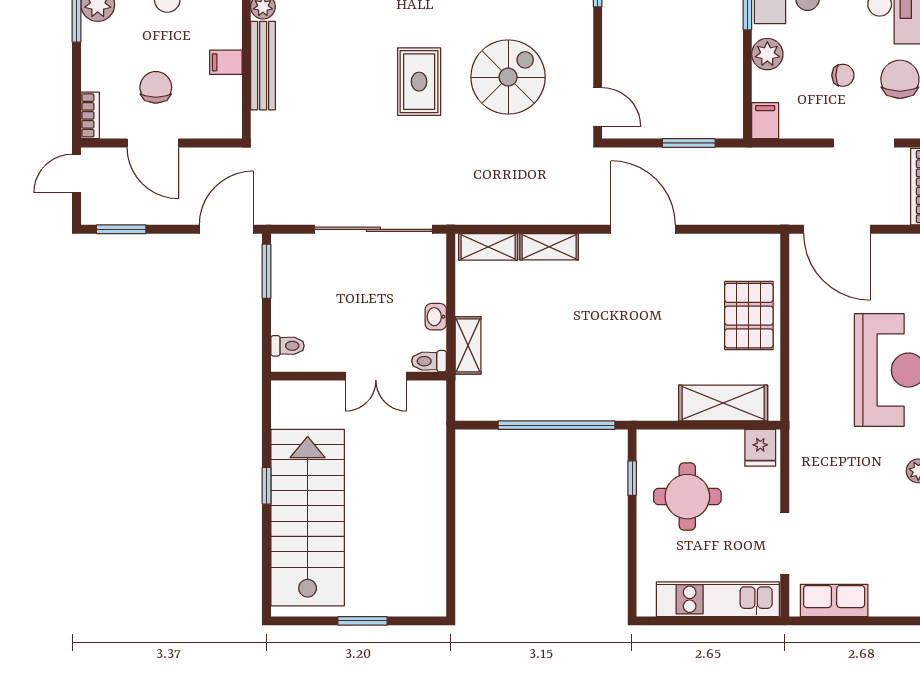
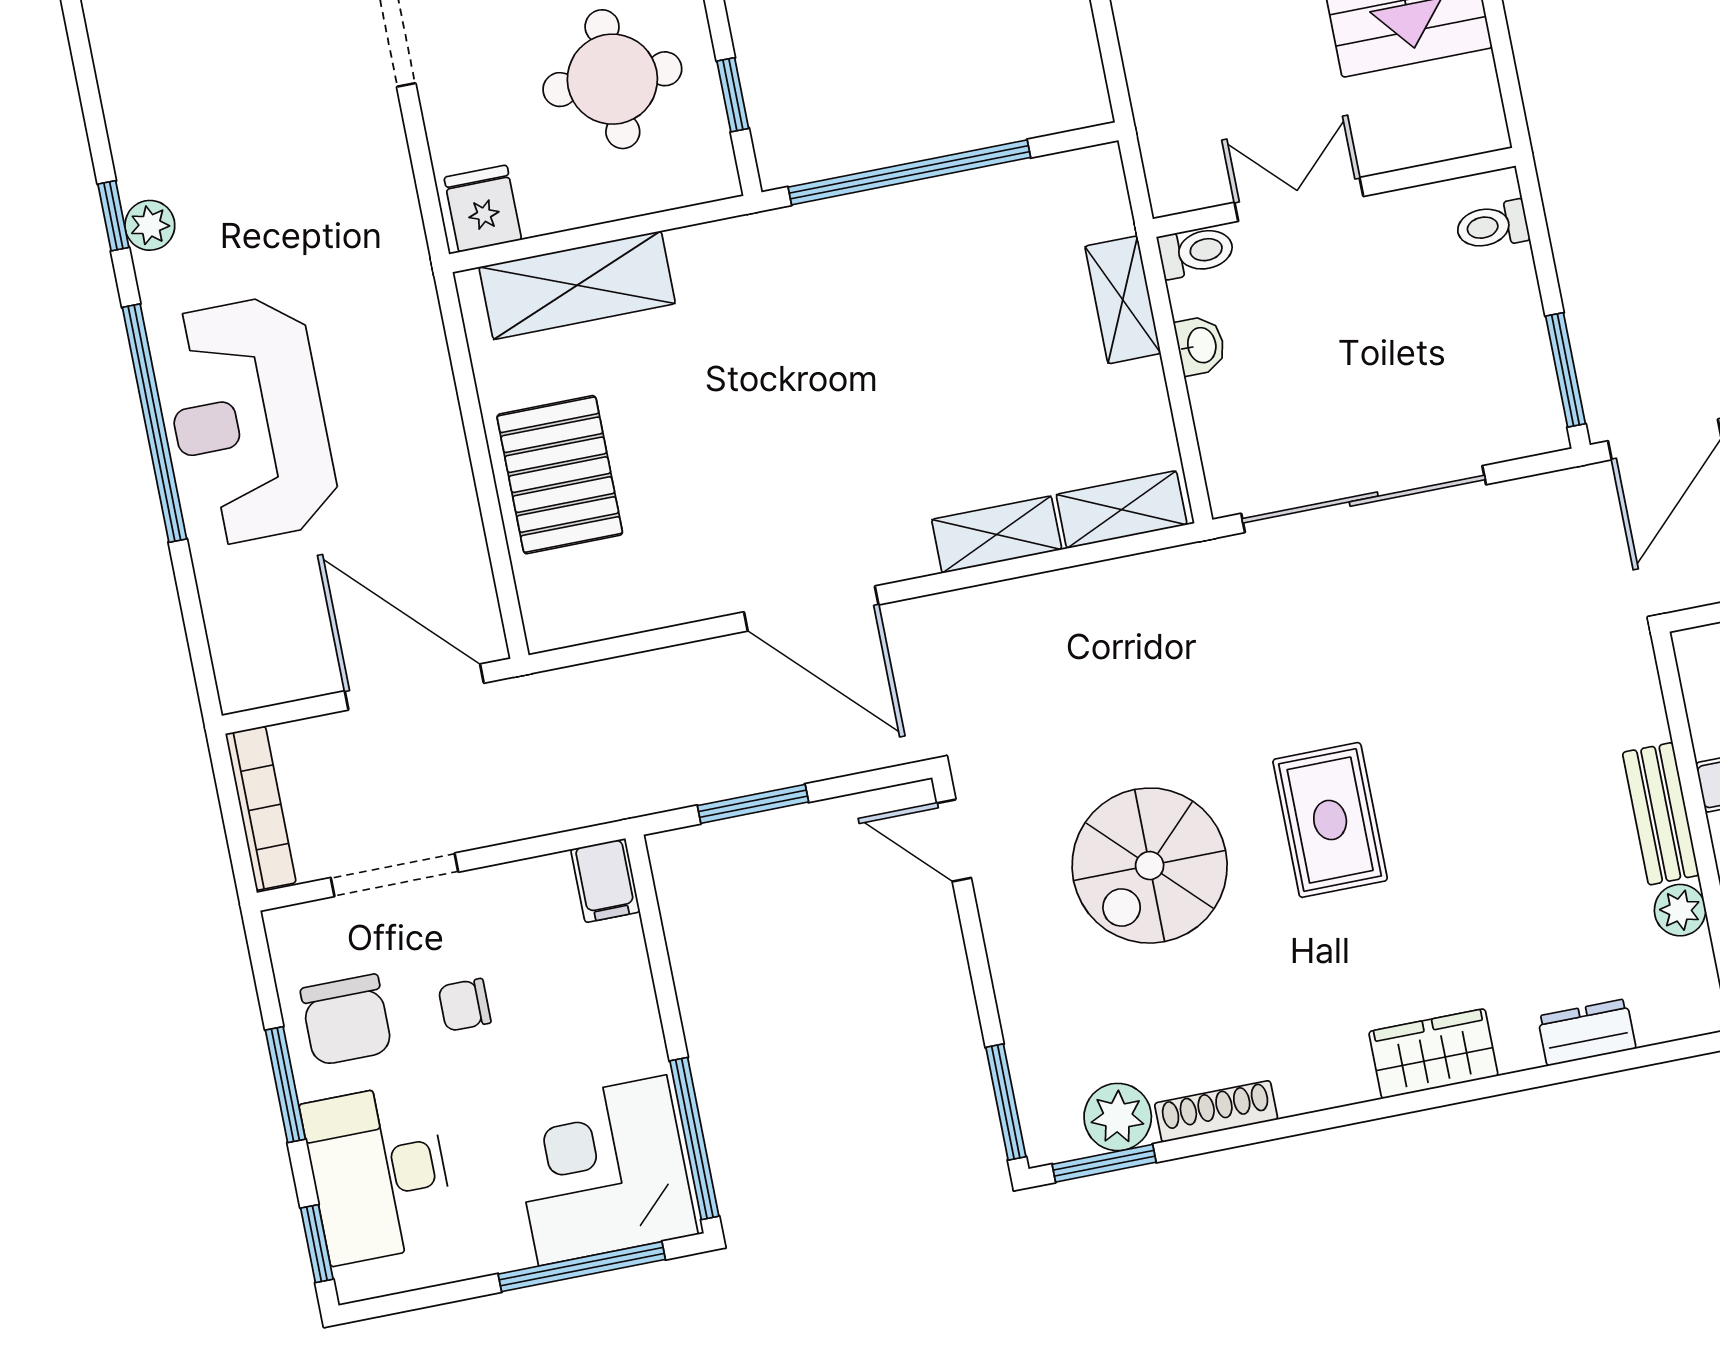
plant: (767, 54) -> (628, 1018), removed
bench: (263, 66) -> (1661, 814), width x0.73

